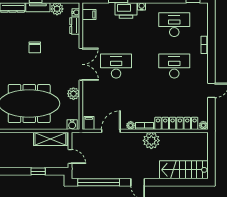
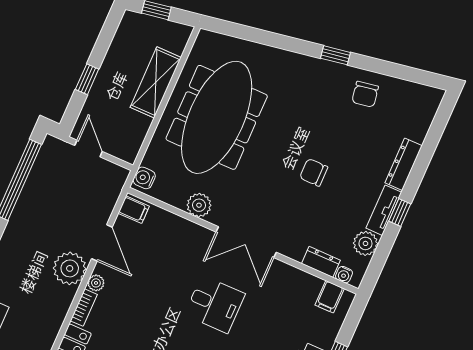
desk: (116, 66) -> (215, 304), width x0.73
shelving: (50, 139) -> (156, 82), moved
plant: (151, 141) -> (70, 268), moved
door: (70, 156) -> (88, 149), swing flipped

